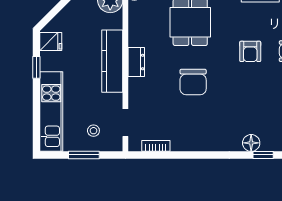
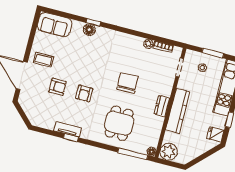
armchair: (250, 51) -> (84, 93), turned 180
floor lamp: (251, 143) -> (89, 30), moved
plant: (178, 145) -> (148, 44), added

